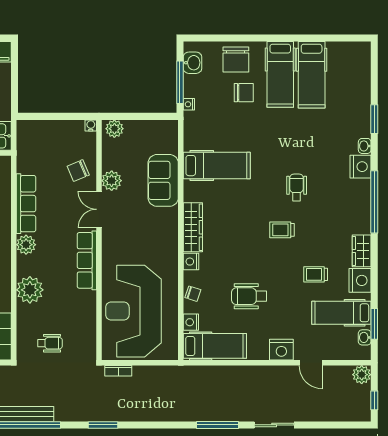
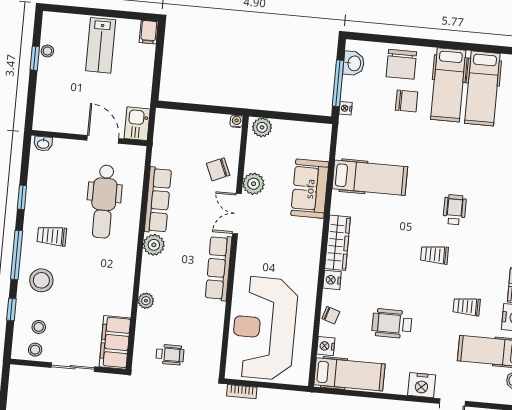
plant: (30, 290) -> (146, 301), width x0.53, depth x0.53

